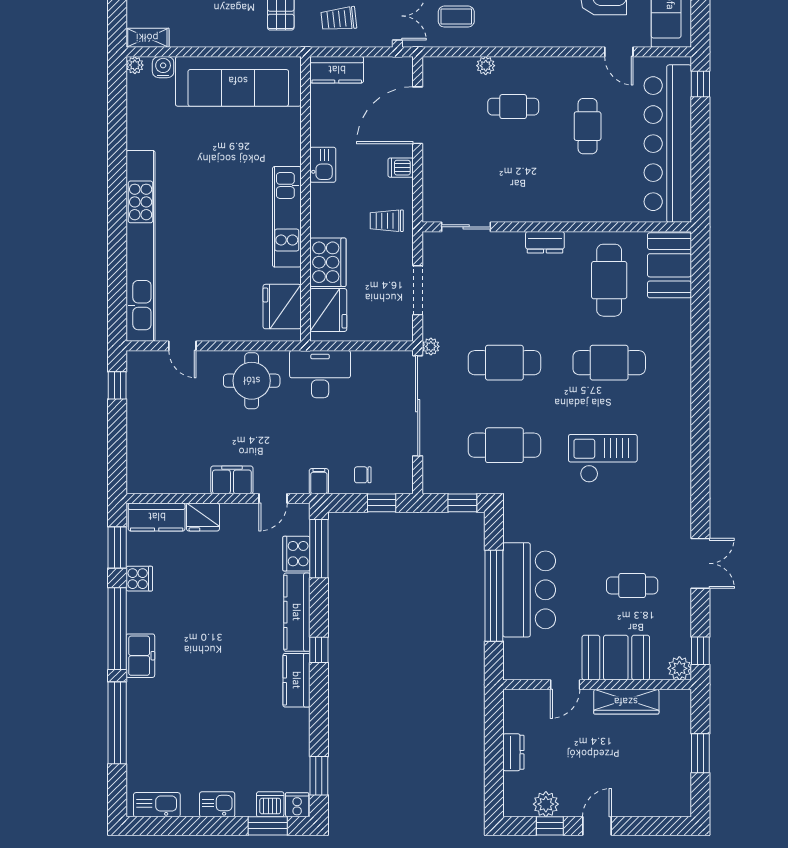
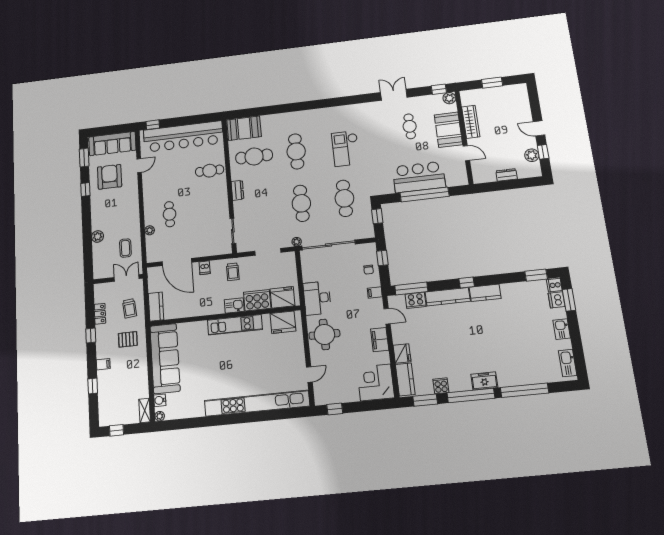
cafe table: (588, 126) -> (210, 171), moved
kitchen sink: (323, 165) -> (234, 305), moved
corner desk: (156, 464) -> (376, 382), added

